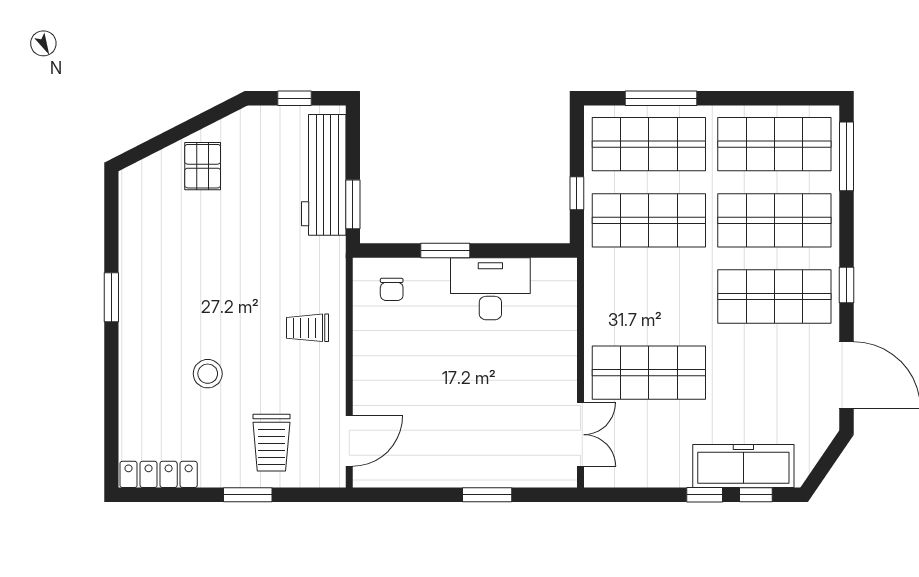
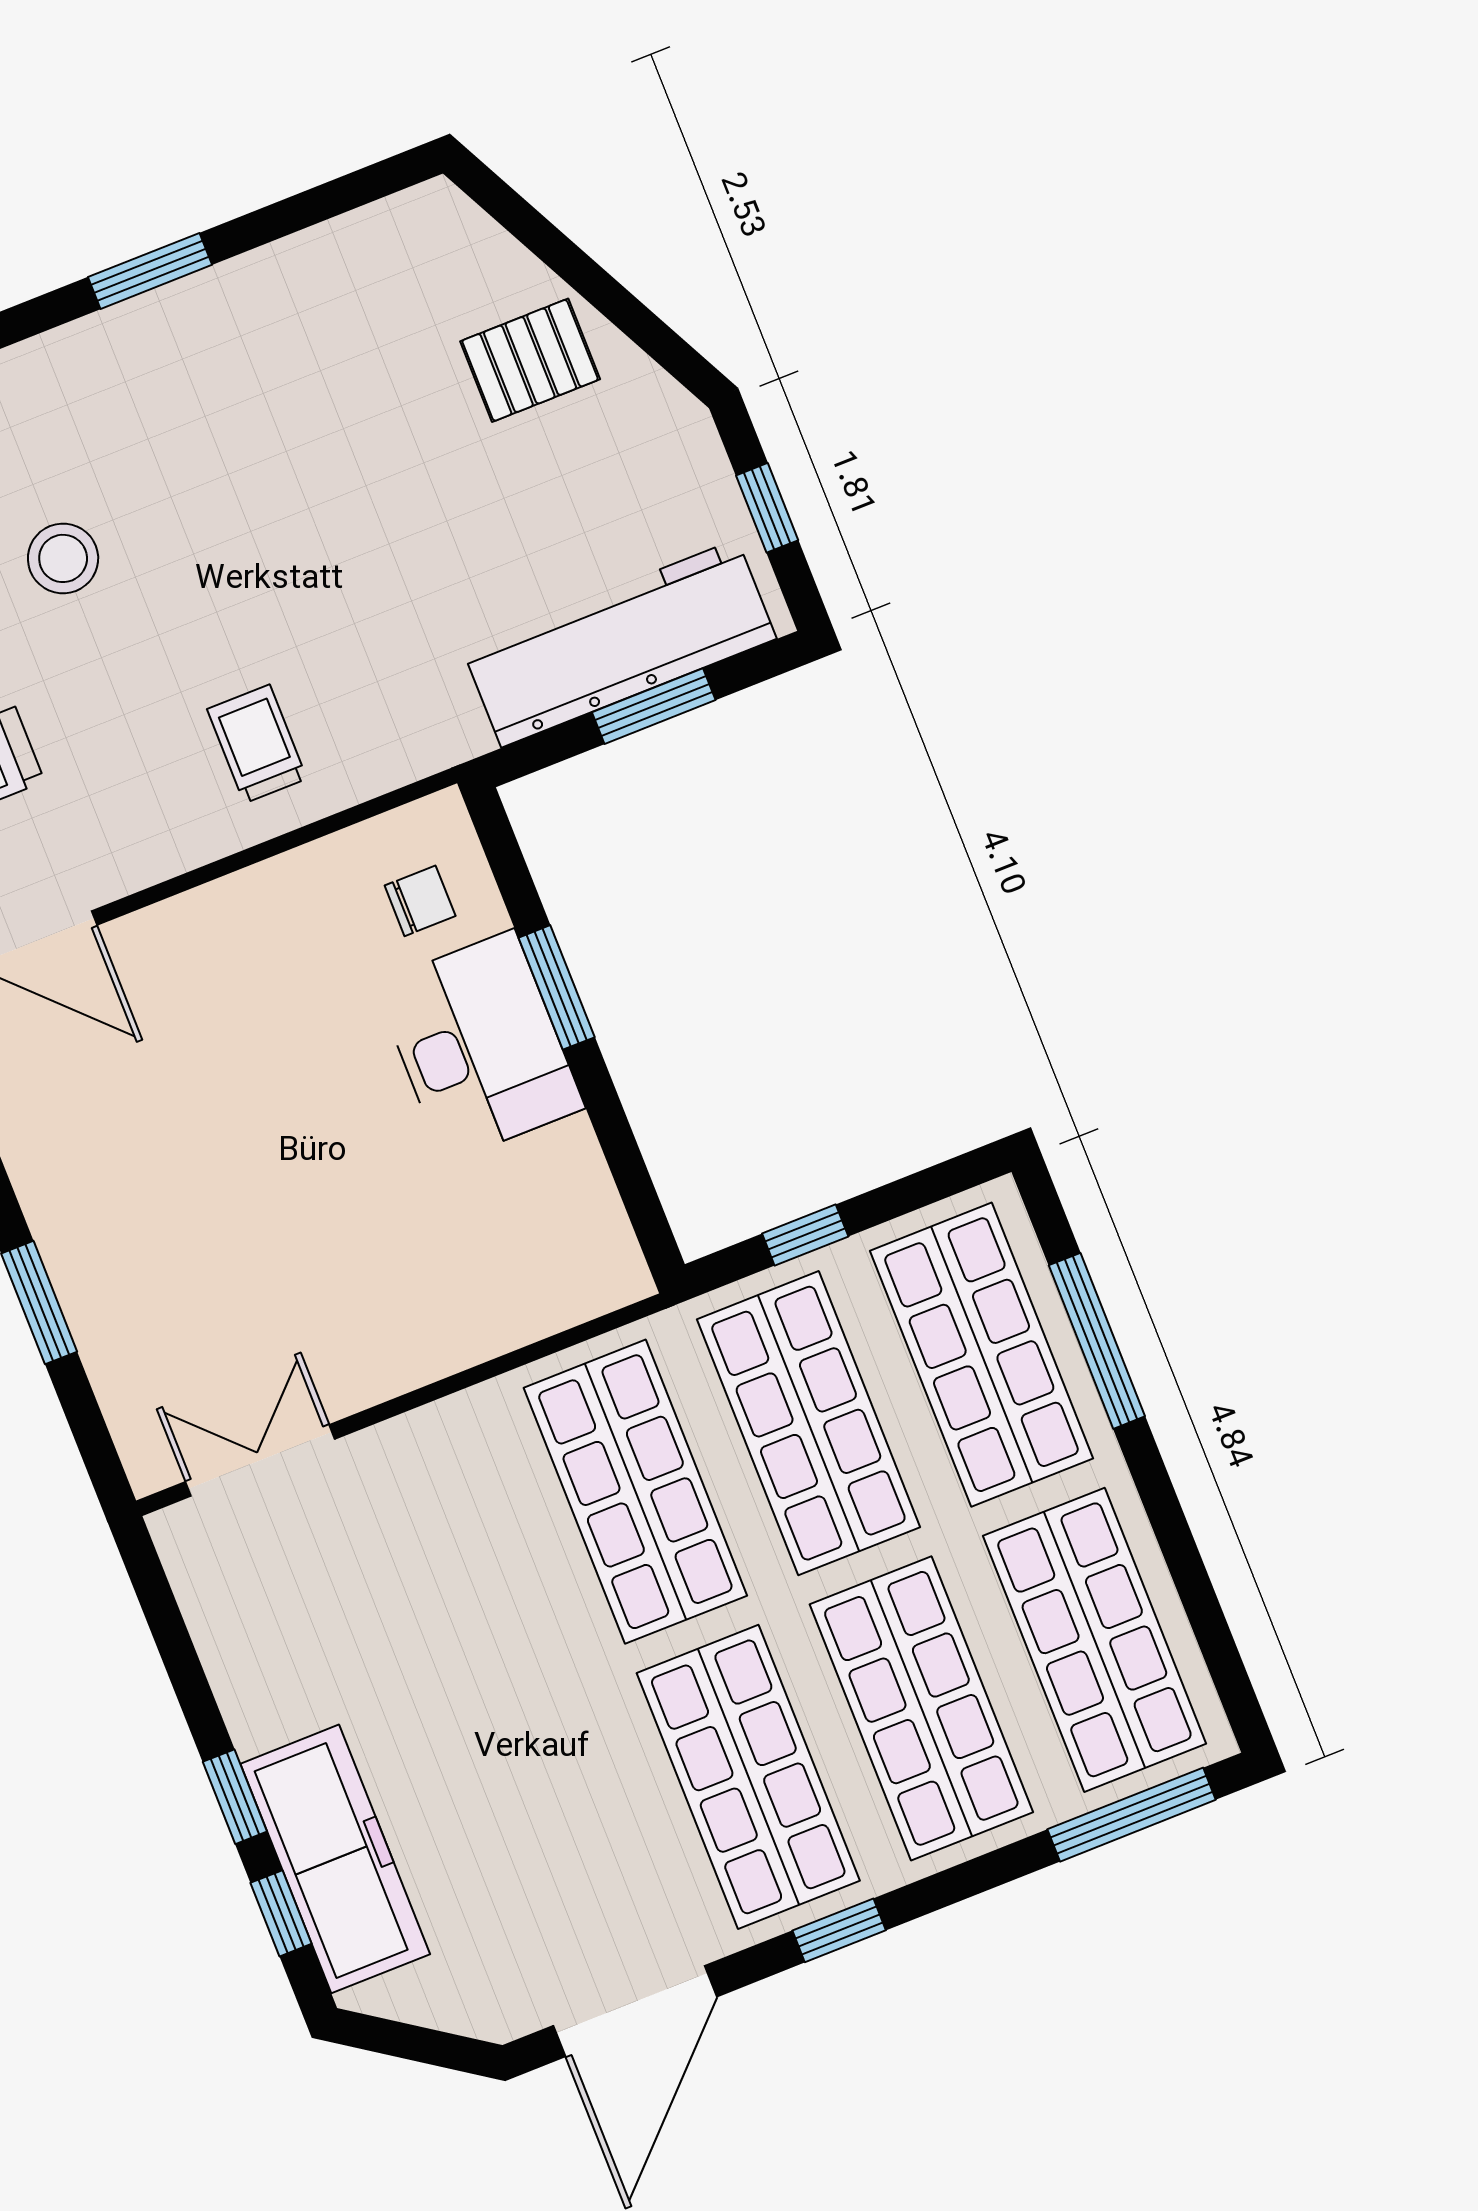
window: (353, 204) -> (654, 706), moved
chair: (392, 289) -> (420, 901), turned 180
desk: (490, 289) -> (479, 1046), moved
shop shelf: (649, 373) -> (635, 1492), moved
double door: (580, 435) -> (260, 1460), swing flipped

